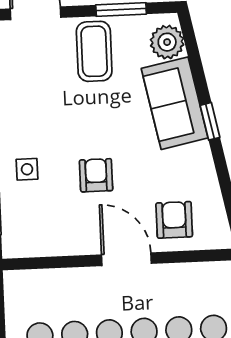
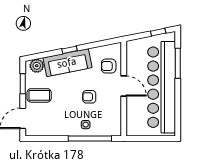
sofa: (175, 103) -> (67, 63), width x1.36
door: (126, 259) -> (124, 86), swing flipped

